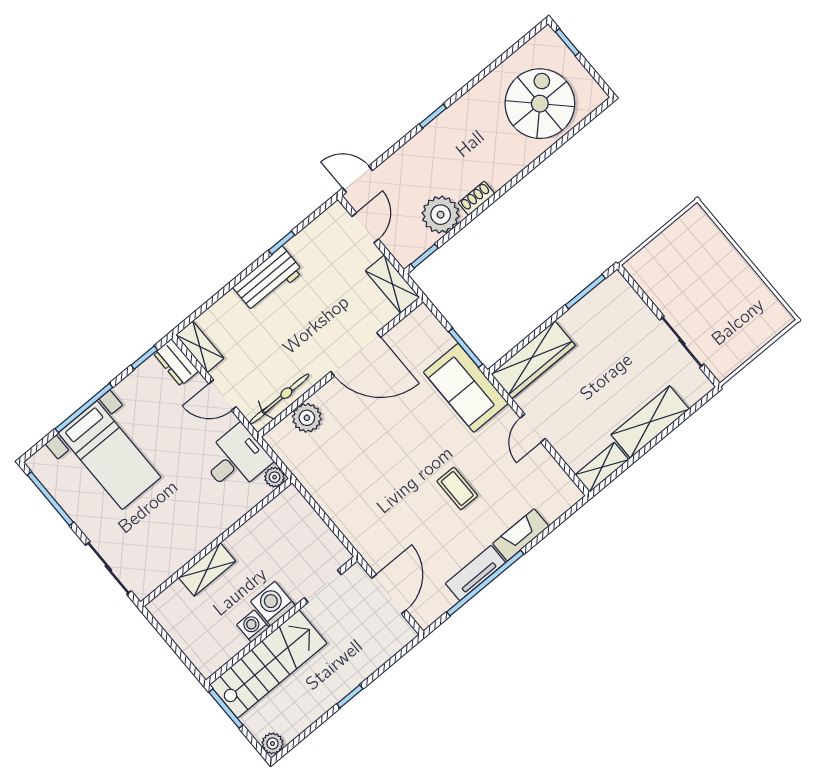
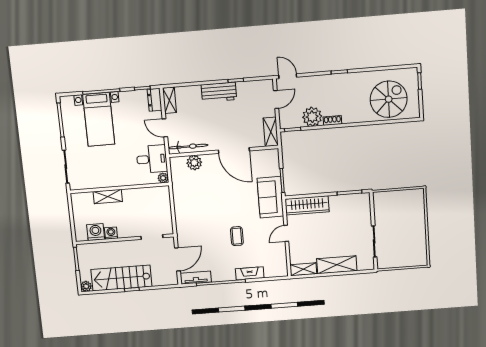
tv unit: (475, 573) -> (196, 278), moved
washing machine: (273, 604) -> (96, 232), moved
stairs: (268, 664) -> (121, 278), moved, turned 180

